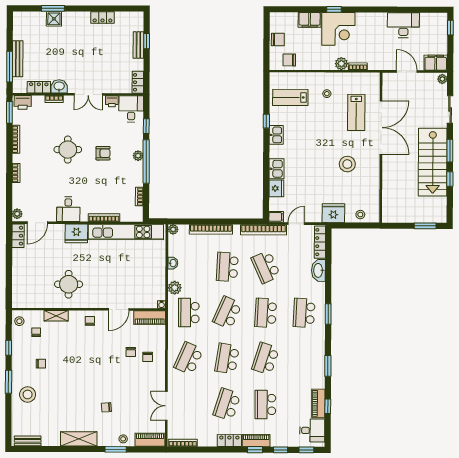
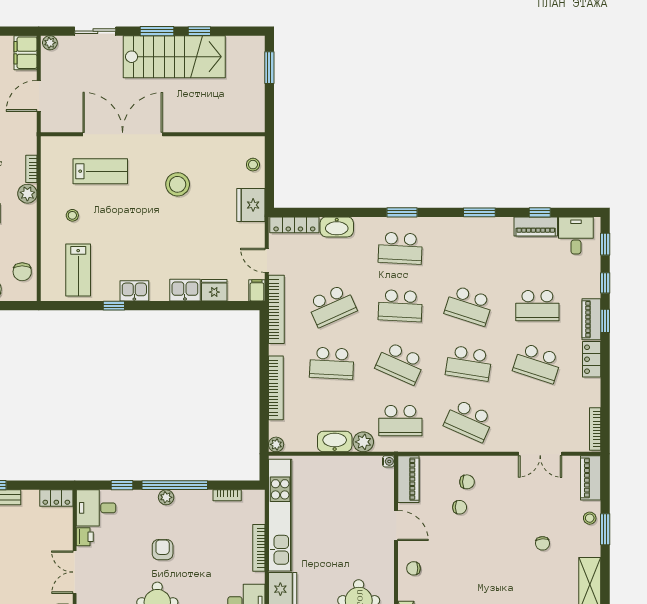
double door: (88, 94) -> (75, 572), swing flipped
washbasin: (173, 263) -> (335, 442), width x1.91, depth x1.45

